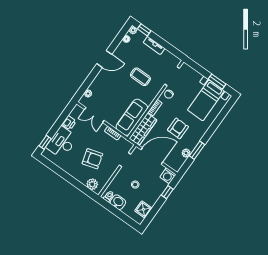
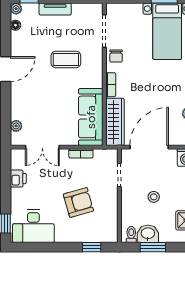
armchair: (178, 128) -> (157, 90), removed
desk: (62, 142) -> (33, 226), moved, turned -90
plant: (92, 184) -> (100, 234), removed
window: (82, 188) -> (92, 247), added
window: (115, 211) -> (153, 247), added

